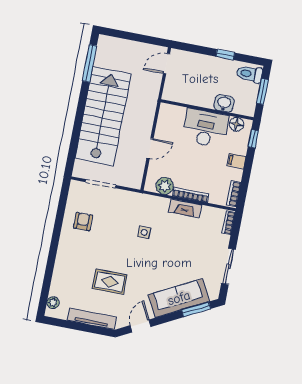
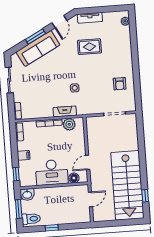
window: (90, 63) -> (145, 196), width x0.46
door: (166, 64) -> (90, 199), moved
washbasin: (224, 103) -> (27, 195), moved
stairs: (103, 116) -> (127, 185), moved
floor lamp: (237, 124) -> (74, 178), moved
door: (150, 148) -> (88, 162), moved
fireplace: (185, 208) -> (65, 111), moved
window: (196, 309) -> (35, 36), moved
tv unit: (92, 319) -> (90, 18), width x0.71

